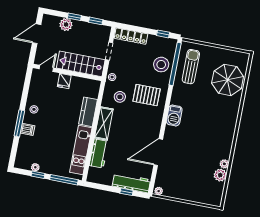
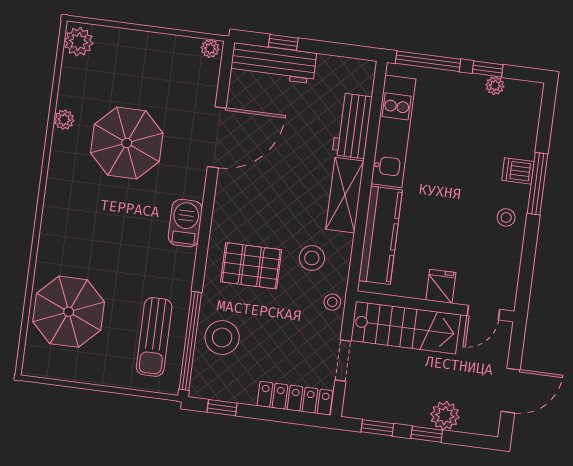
kitchen counter: (88, 112) -> (380, 235), width x1.50
parasol: (198, 152) -> (127, 143), added
plant: (220, 175) -> (79, 42), moved

